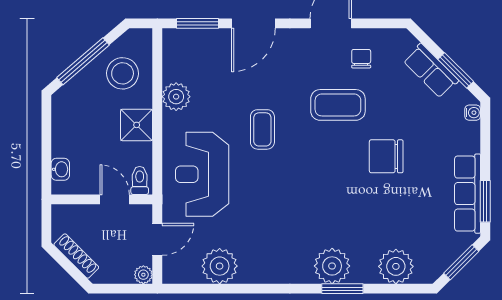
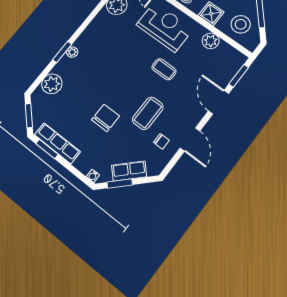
plant: (332, 266) -> (72, 52), width x0.53, depth x0.53

